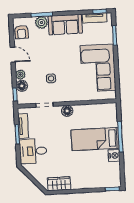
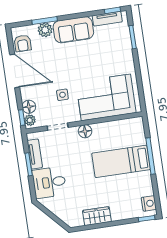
door: (13, 55) -> (15, 71), width x1.88
corner sofa: (98, 68) -> (106, 97), moved, turned 90
plant: (20, 75) -> (30, 120), moved
nightstand: (114, 156) -> (149, 203), moved
wardrobe: (59, 184) -> (97, 216), moved

